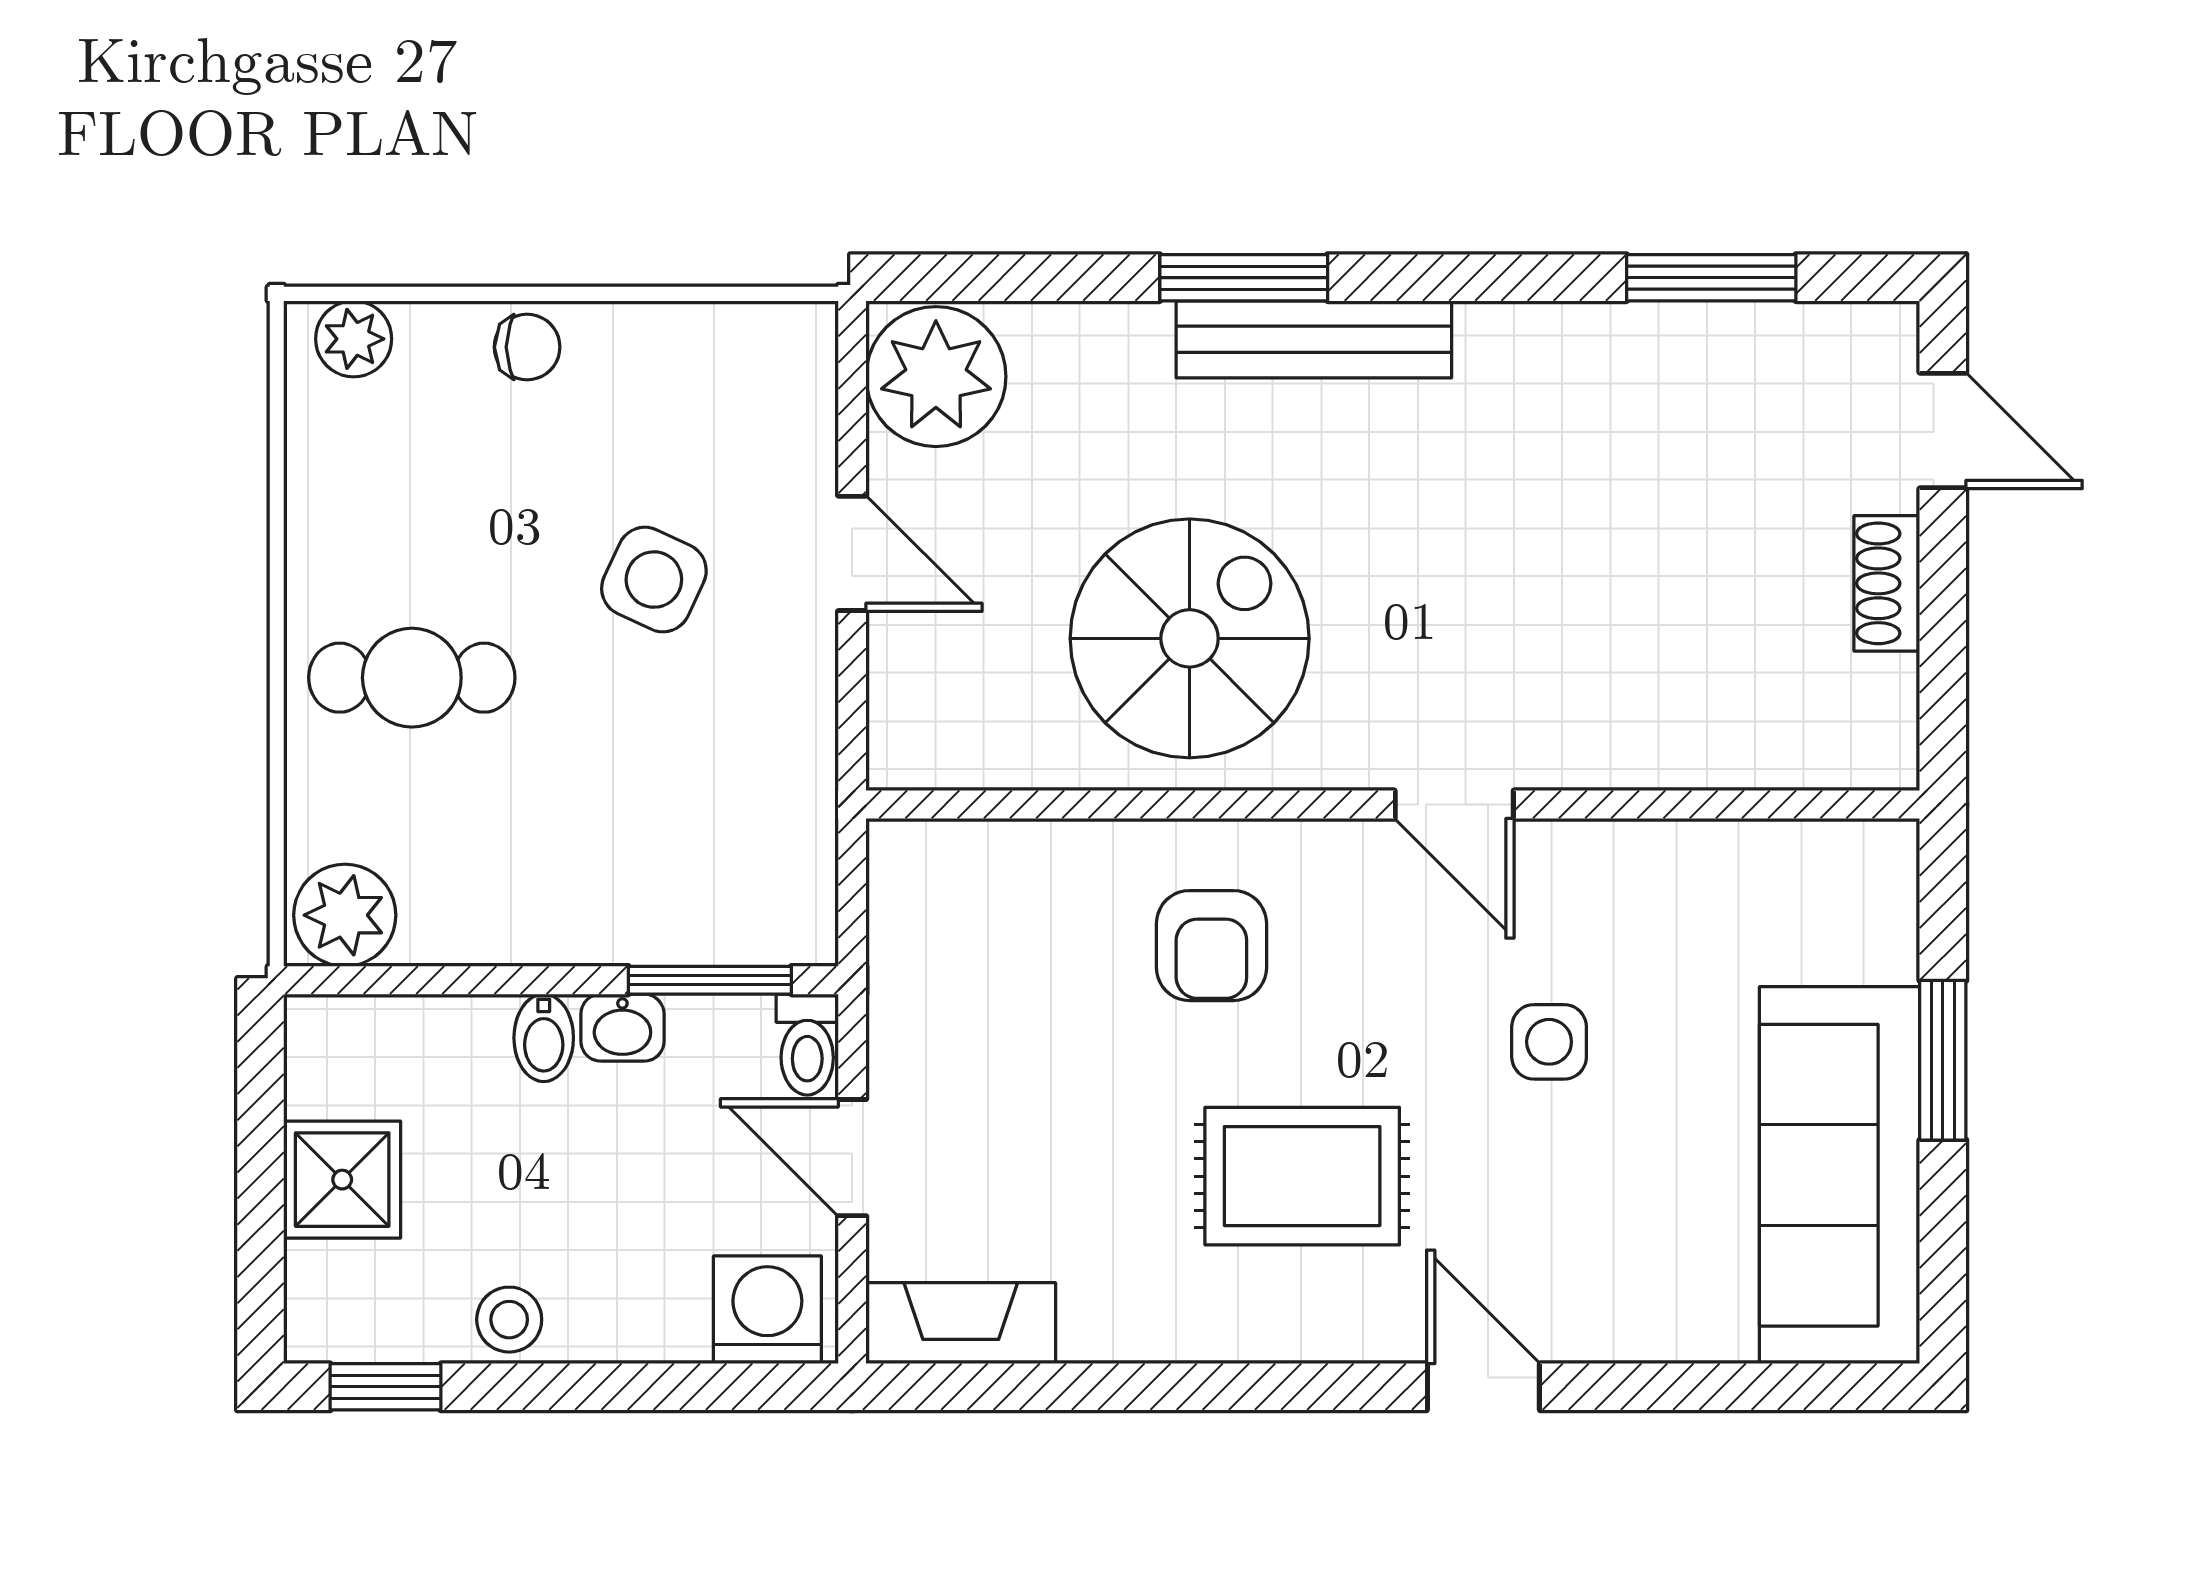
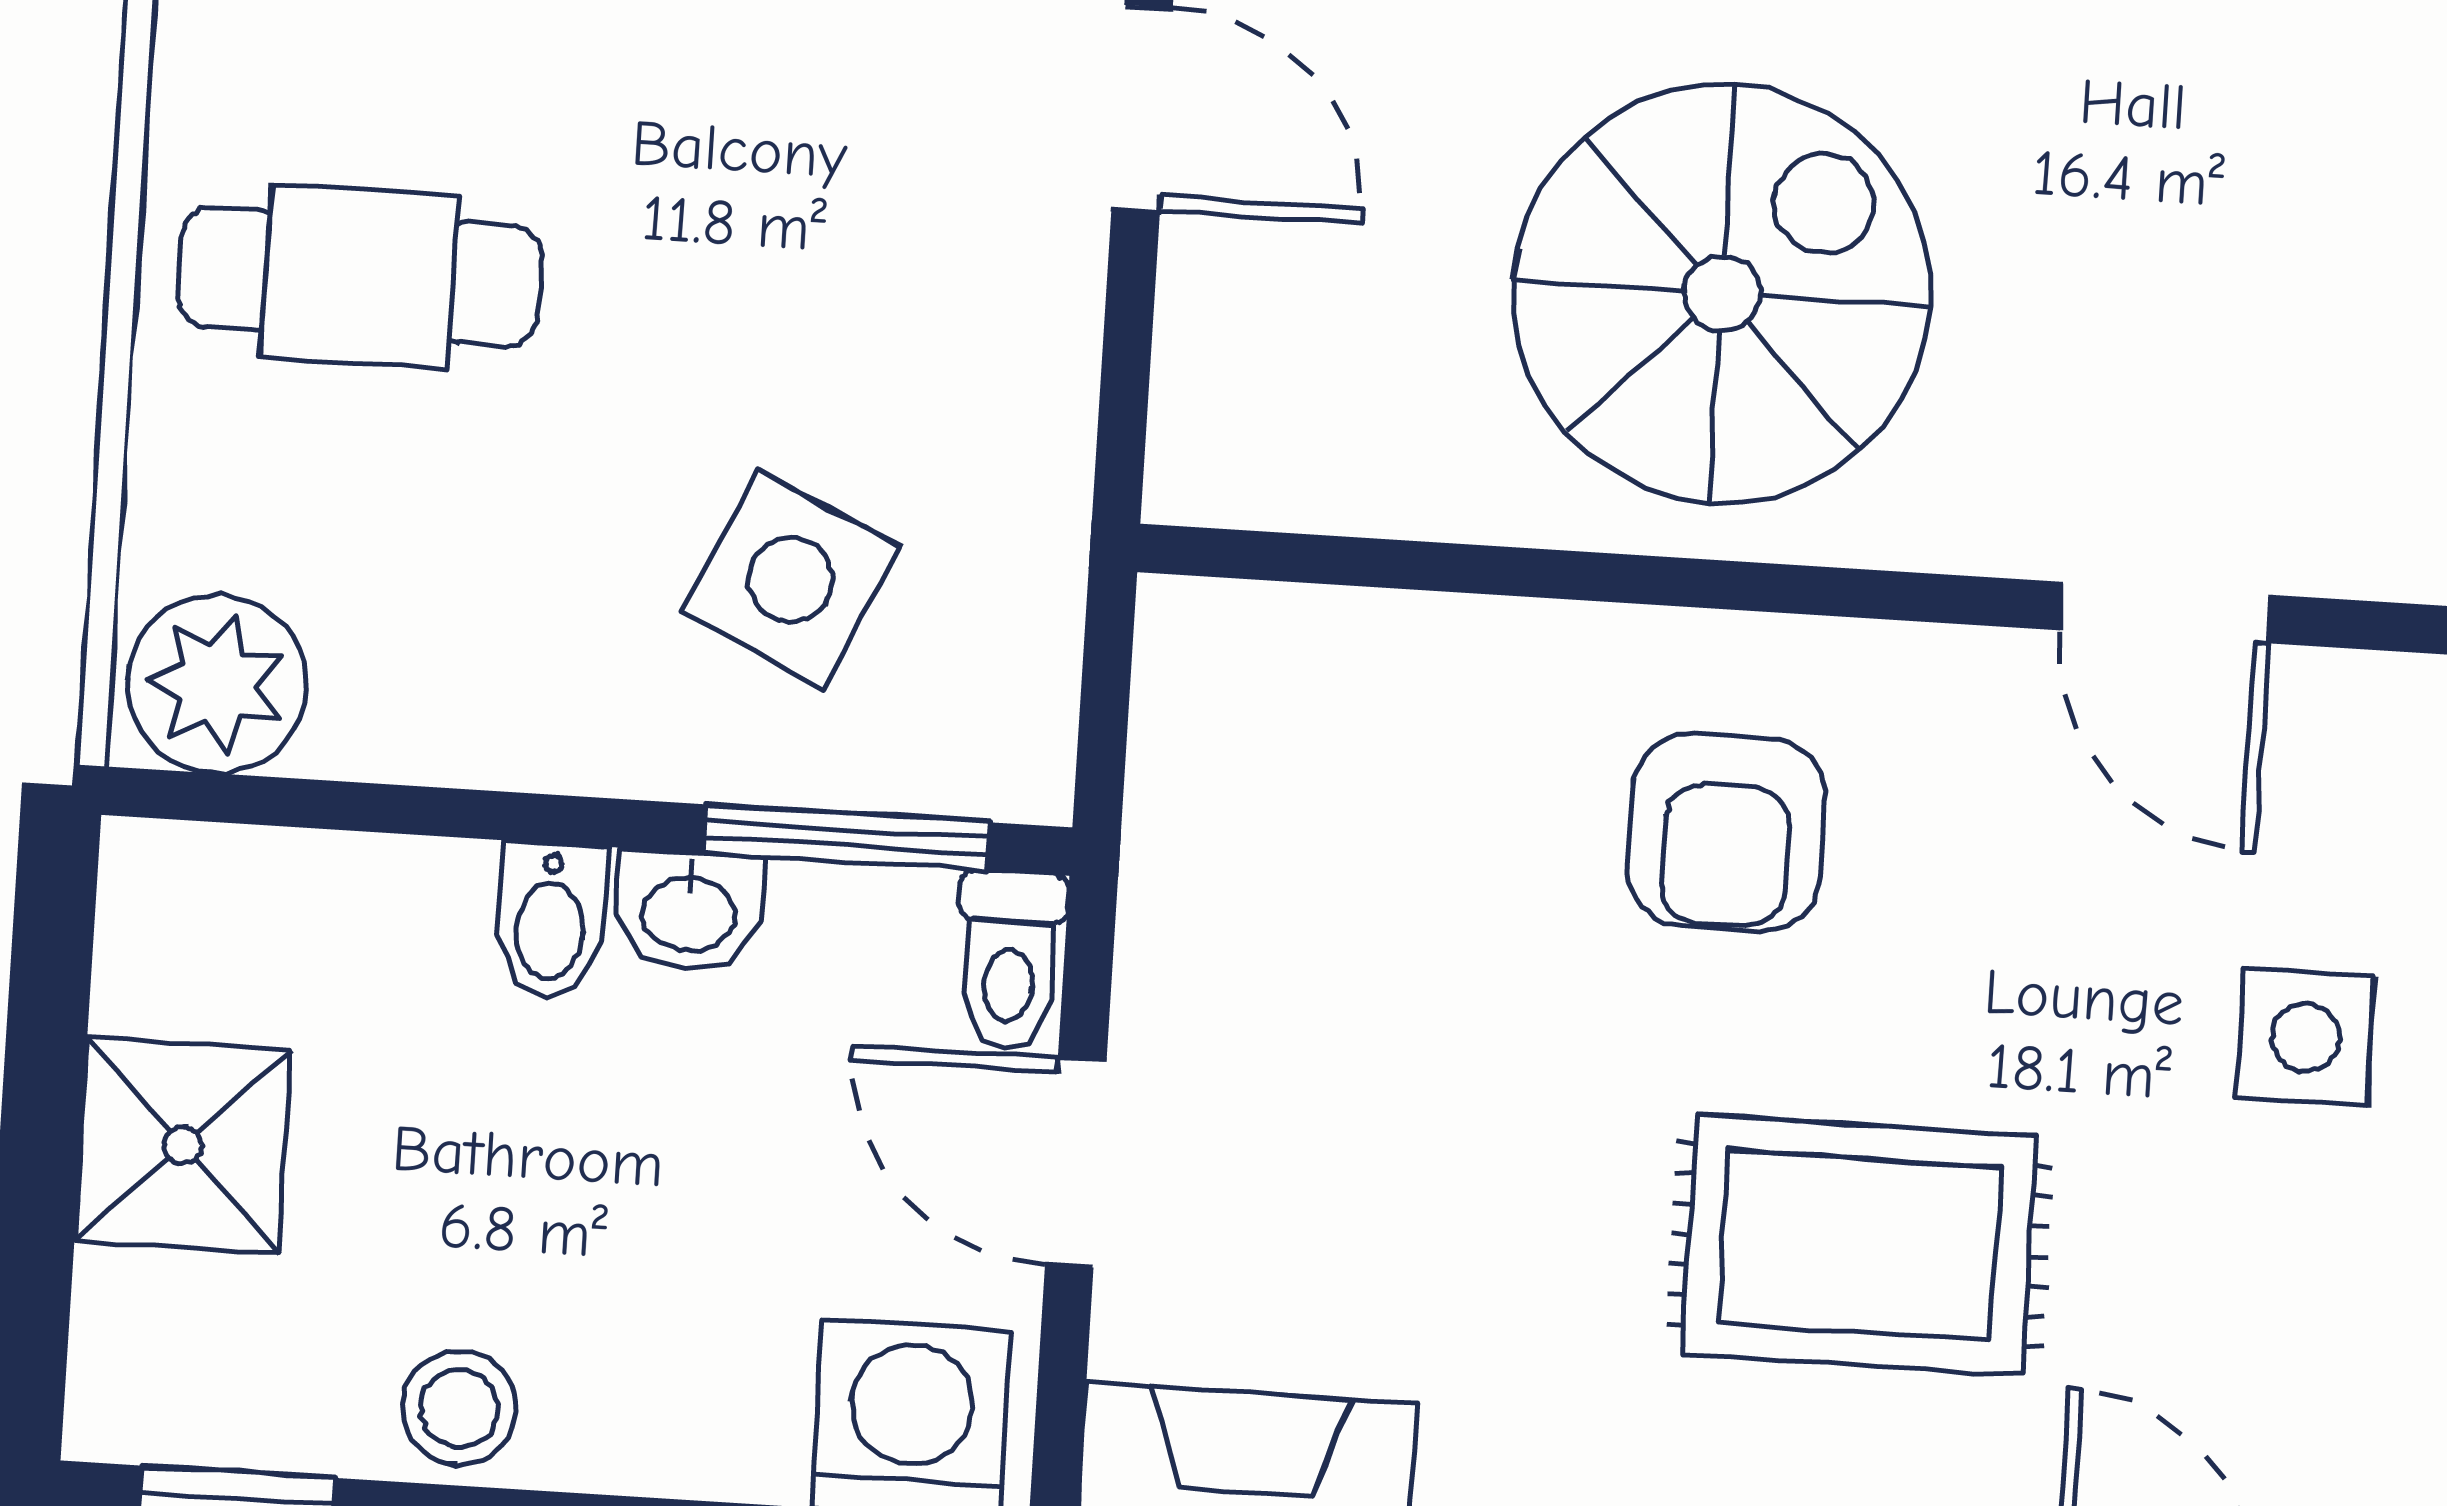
side table: (654, 580) -> (790, 579), moved

